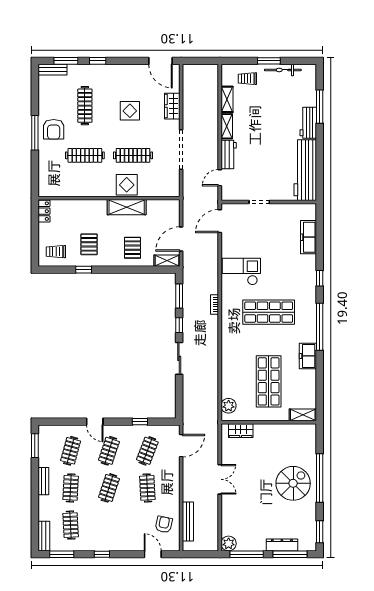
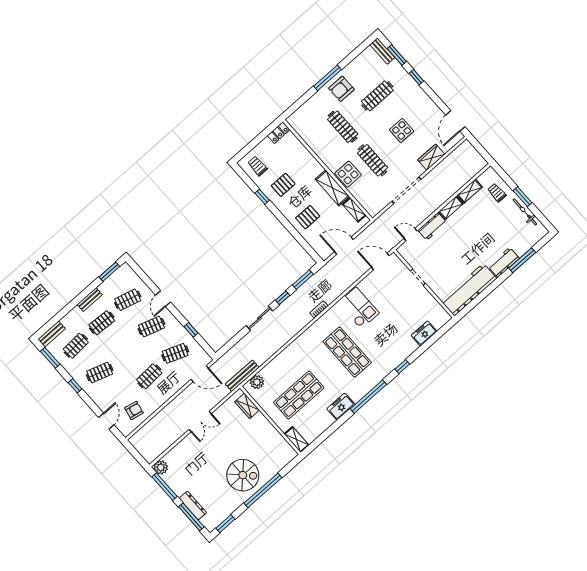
freezer: (309, 237) -> (424, 333), width x0.71
shelving: (167, 261) -> (354, 210), moved
clothes rail: (109, 488) -> (100, 373), moved
bench: (188, 522) -> (242, 376), moved

